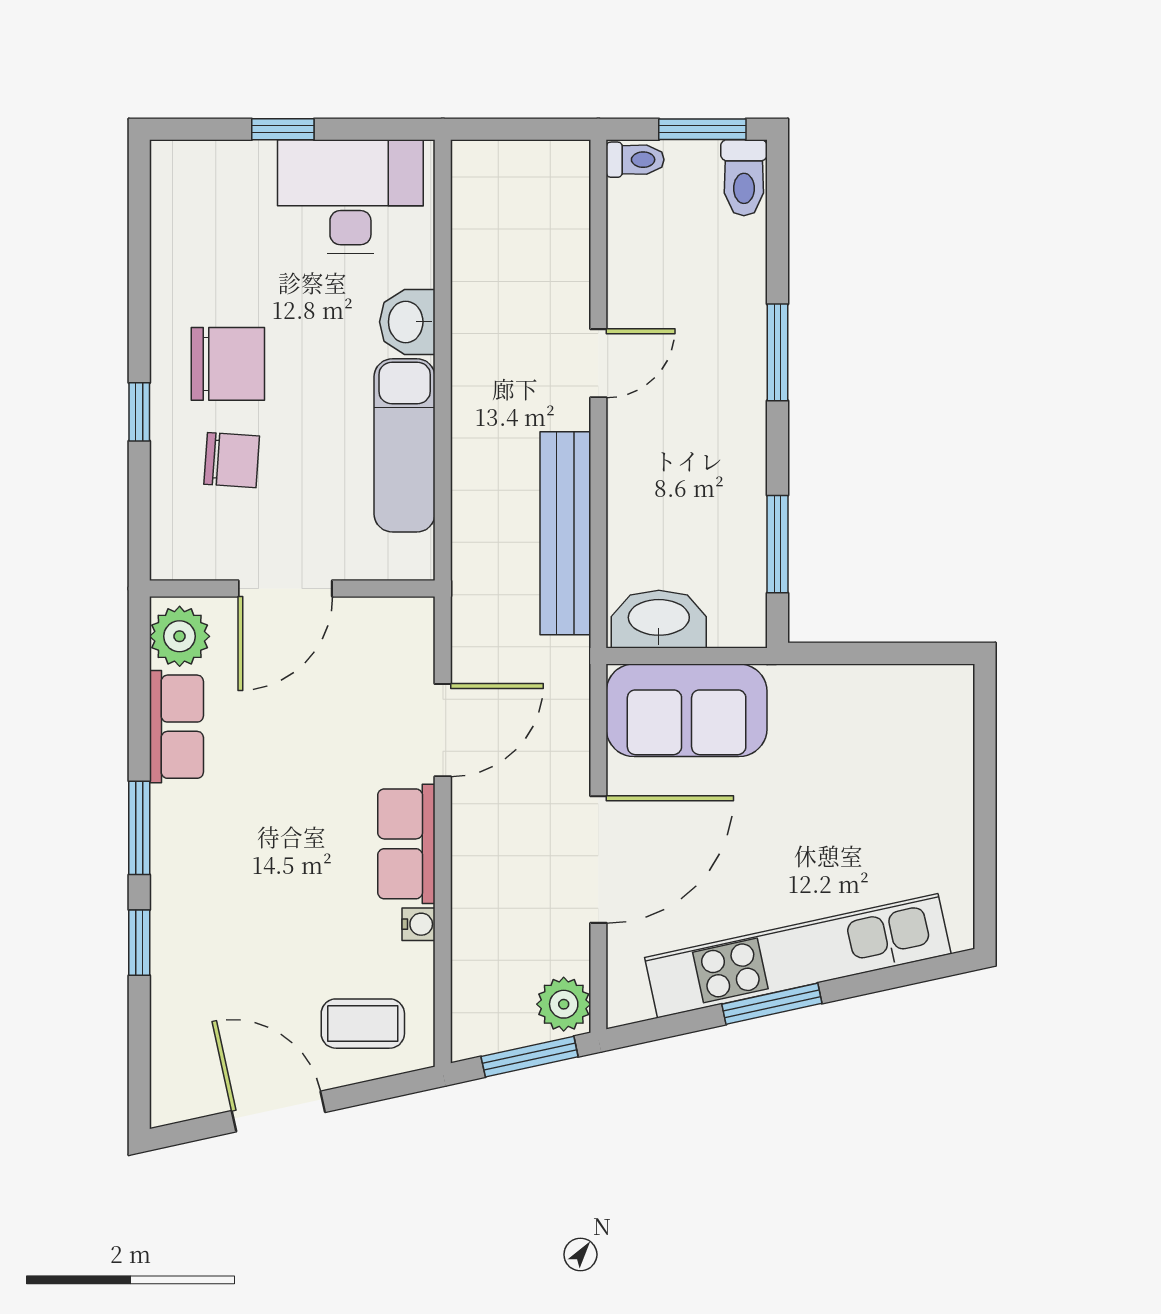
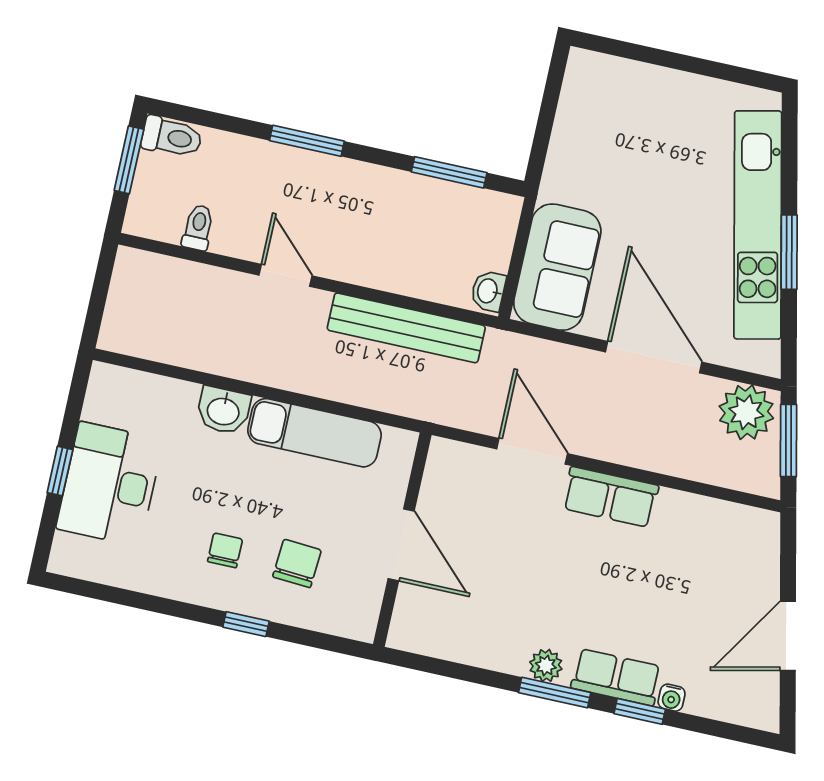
toilet: (635, 160) -> (198, 228), moved
desk: (350, 197) -> (110, 484), moved
chair: (228, 364) -> (225, 550), width x0.54, depth x0.54
washbasin: (659, 619) -> (488, 291), width x0.52, depth x0.69
plant: (180, 636) -> (546, 666), moved, width x0.73, depth x0.73
row of seats: (176, 727) -> (616, 677), moved
water cooler: (419, 924) -> (672, 698), moved, turned 180
plant: (564, 1004) -> (746, 412), width x1.36, depth x1.36
coffee table: (363, 1024) -> (737, 559), removed

